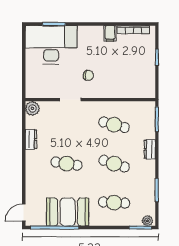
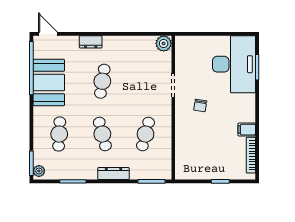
dresser: (31, 139) -> (91, 42), moved
dresser: (150, 149) -> (114, 174), width x1.44
cafe table: (114, 164) -> (102, 134), turned -33

